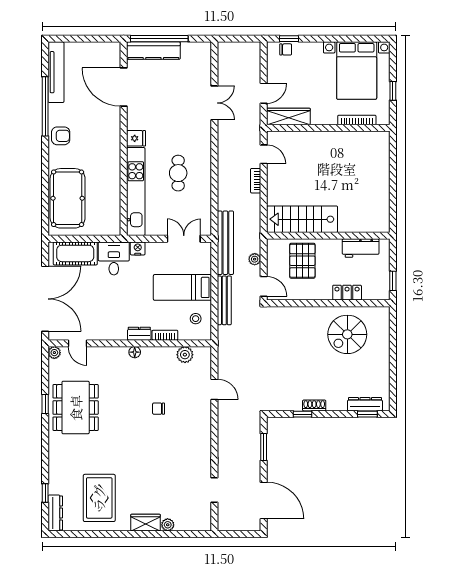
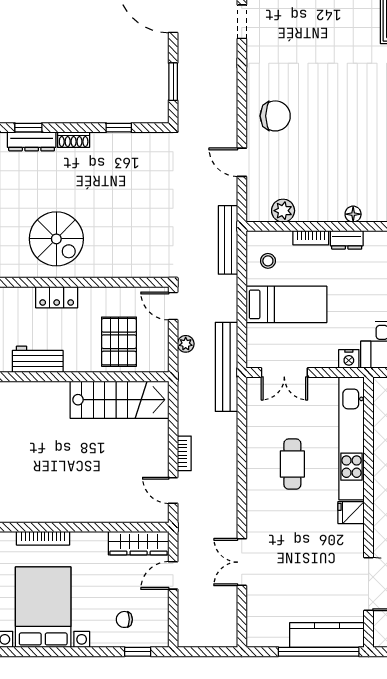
chair: (286, 49) -> (124, 619), moved
bench: (224, 300) -> (228, 240), moved
spiral stairs: (347, 334) -> (56, 239), turned 90
shoe rack: (314, 405) -> (74, 140), moved
chair: (159, 409) -> (275, 116), moved, width x1.87, depth x1.87

